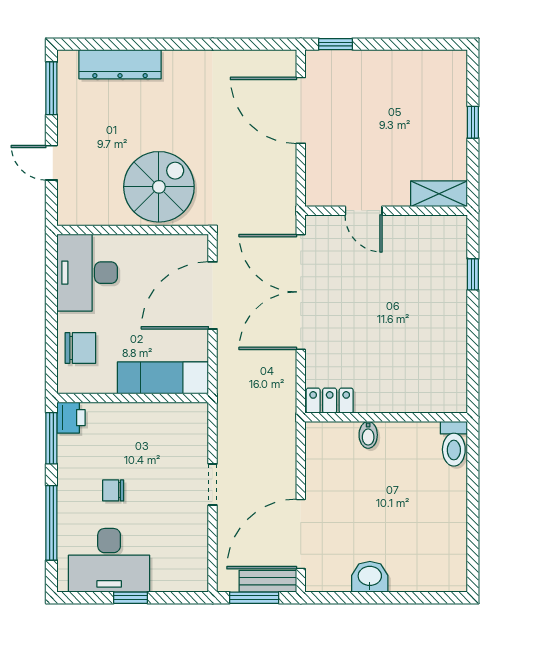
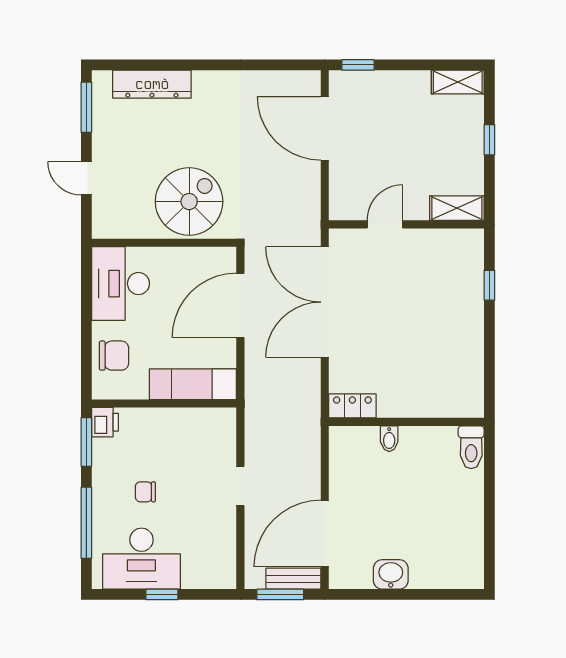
shelving: (440, 62) -> (458, 82), added
door: (364, 211) -> (385, 224), swing flipped

